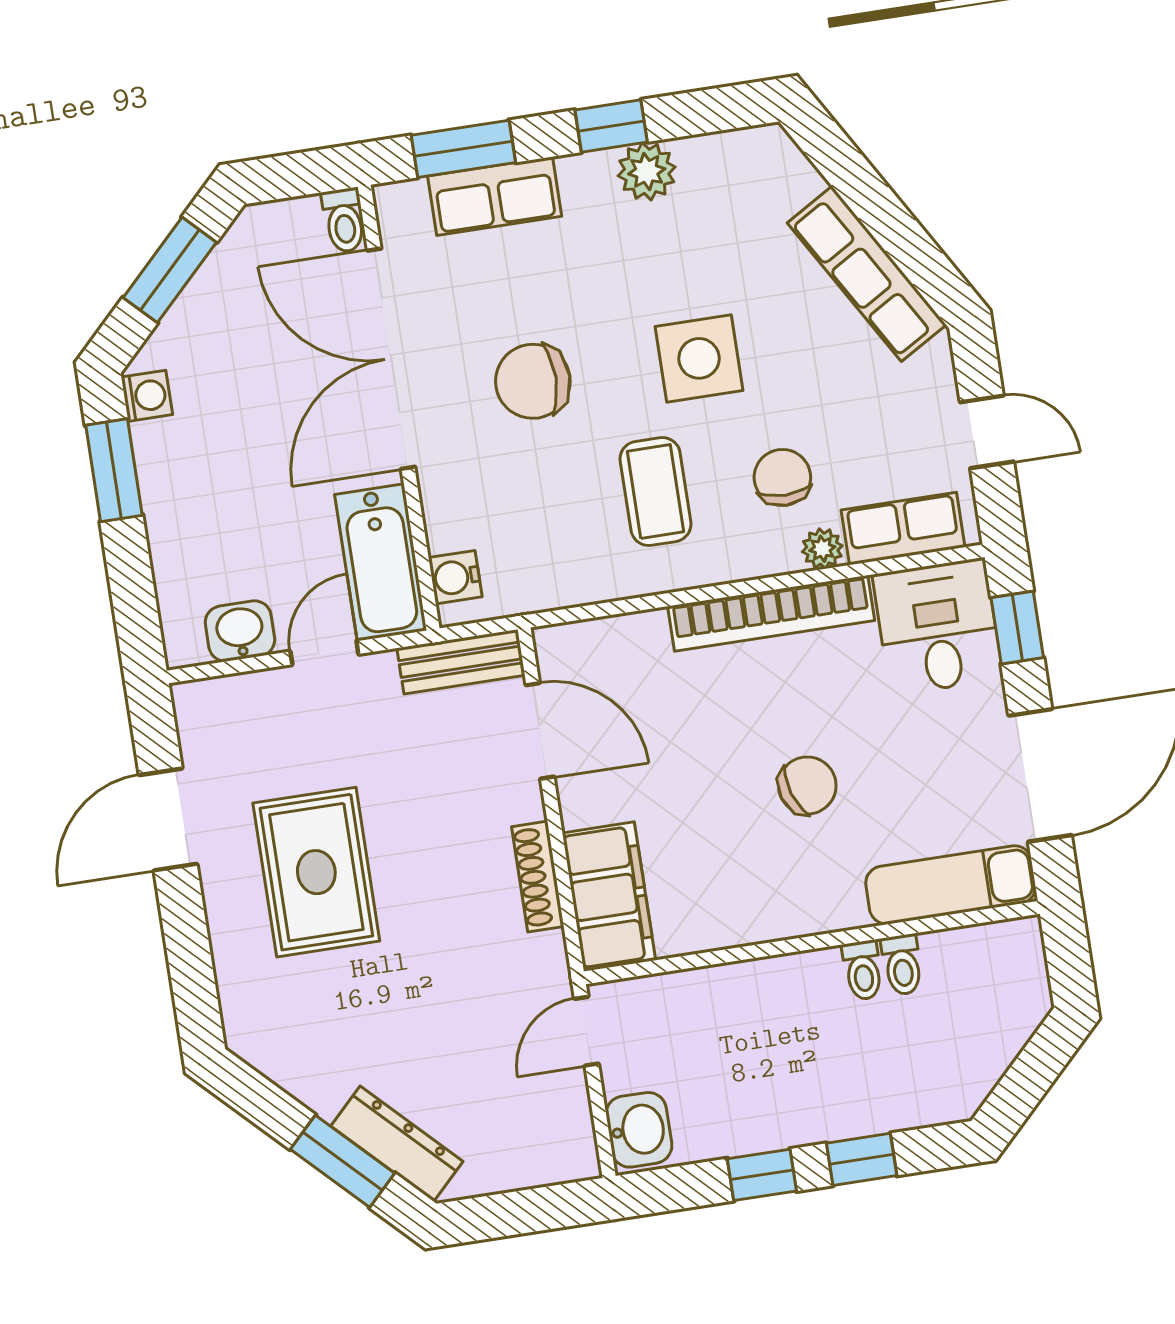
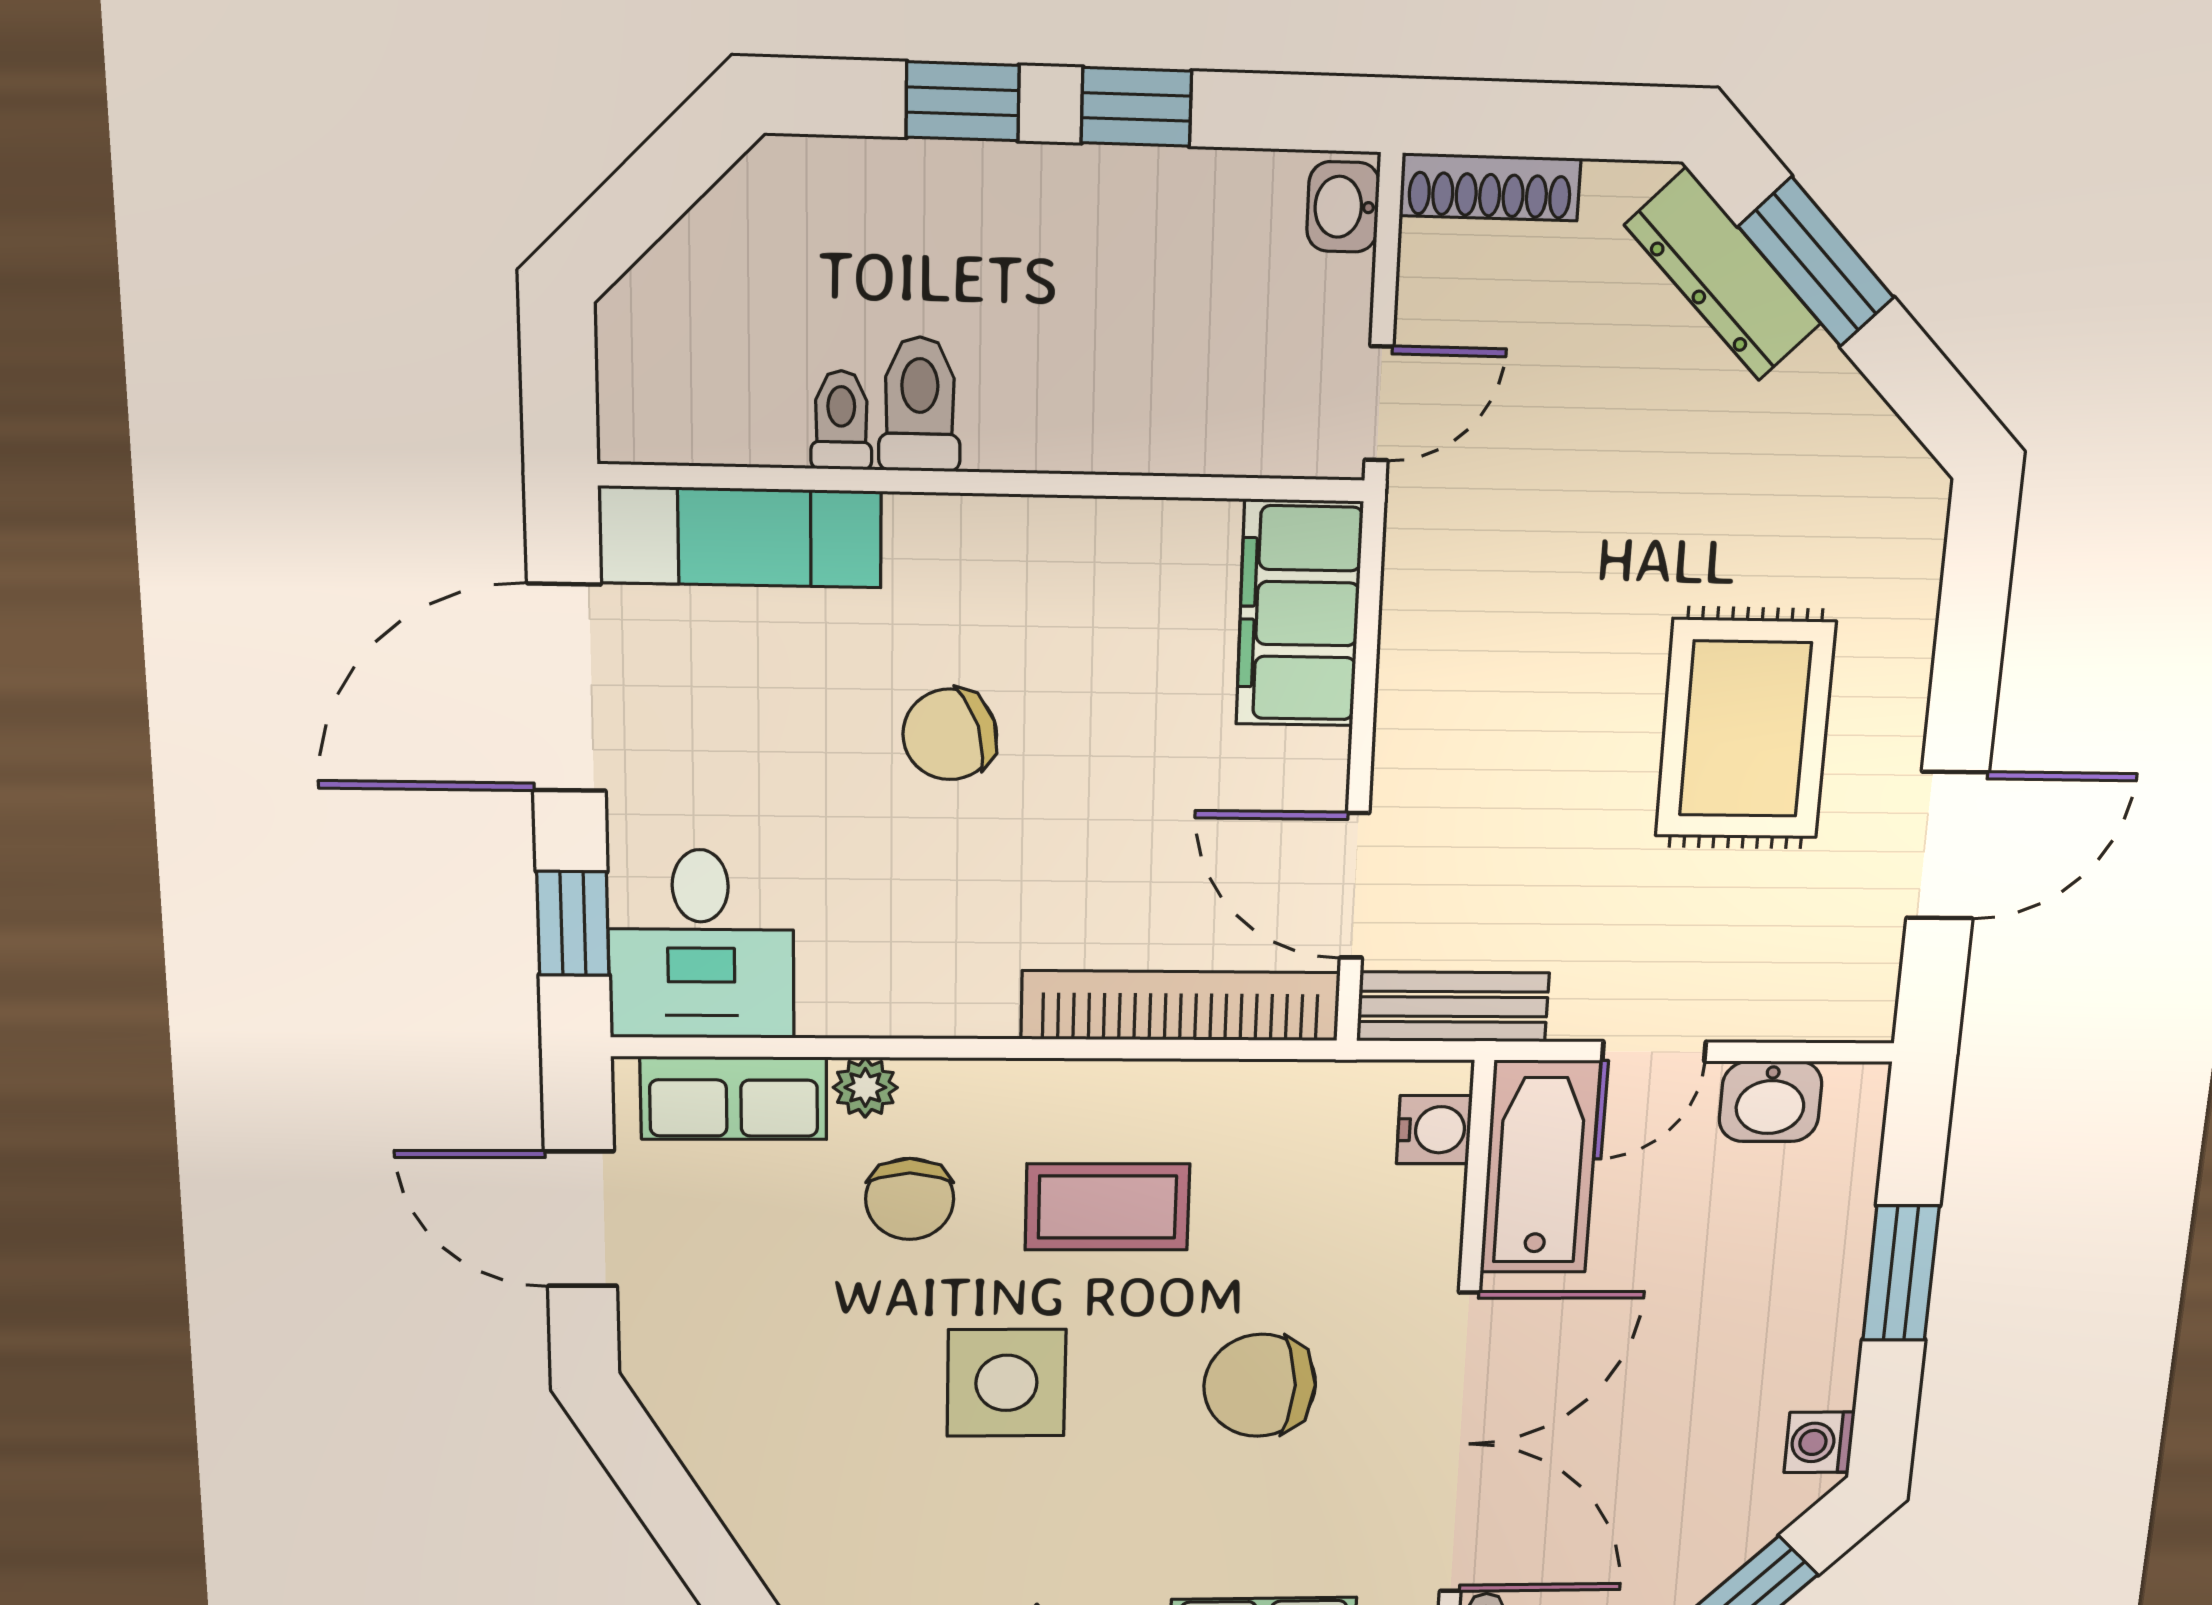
row of seats: (867, 274) -> (733, 1465), removed
chair: (533, 381) -> (1260, 1385), turned 180
door: (987, 432) -> (581, 1219), width x1.38
window: (114, 470) -> (1901, 1273), moved
coffee table: (656, 492) -> (1107, 1207), turned 90
bookcase: (771, 613) -> (1181, 1006), moved
shoe rack: (538, 877) -> (1490, 187), moved, turned 90
toilet: (863, 970) -> (920, 404), width x1.37, depth x1.39
washbasin: (639, 1130) -> (1343, 207), width x0.72, depth x0.69

